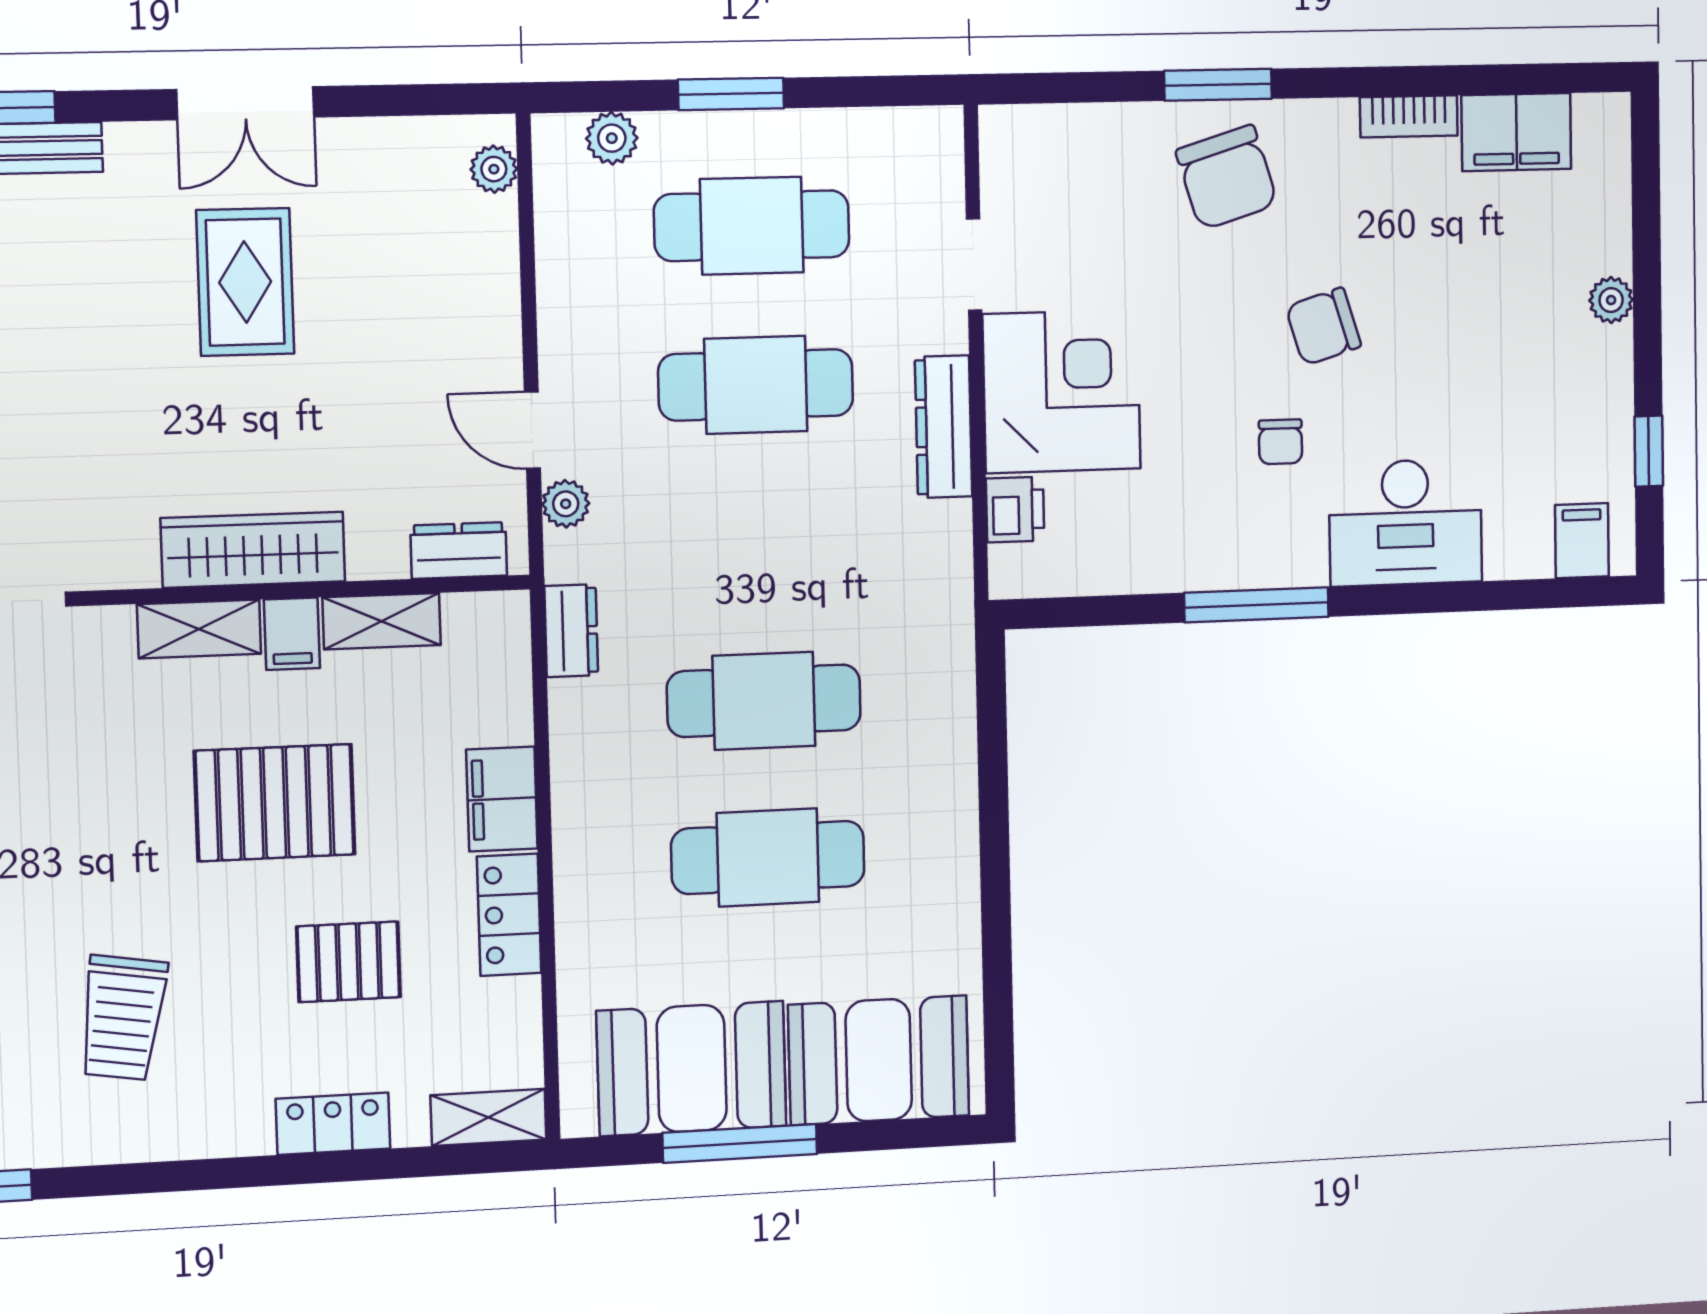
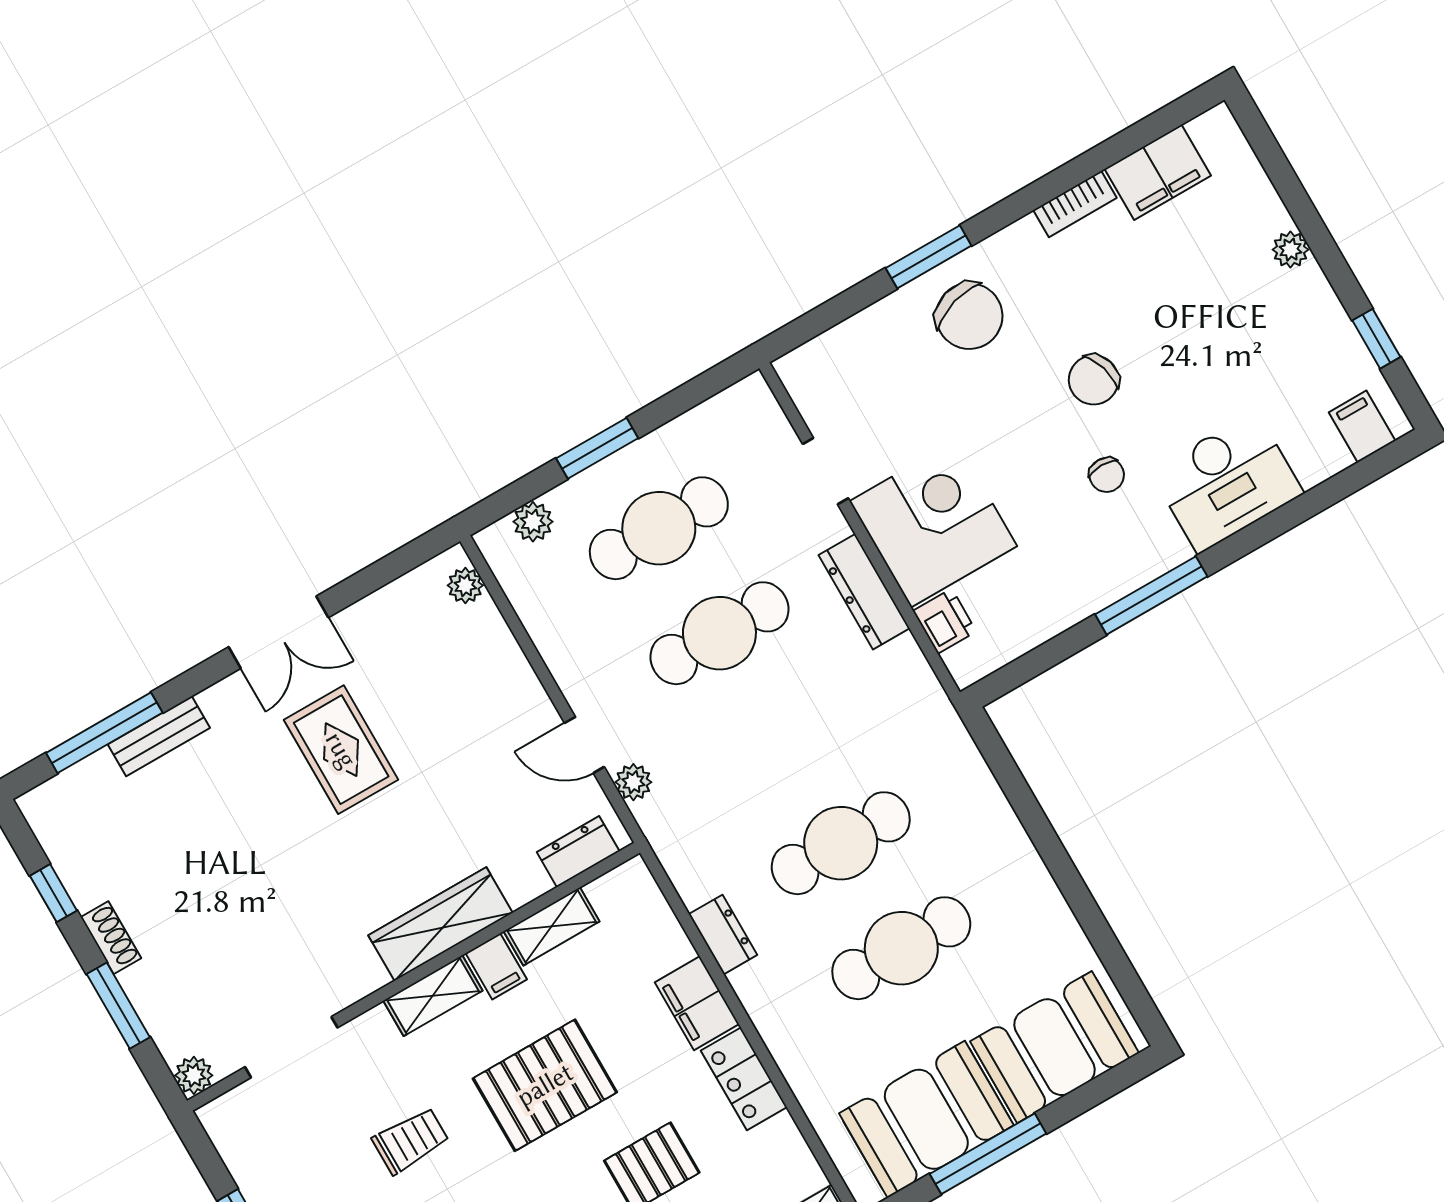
dresser: (571, 631) -> (723, 935), moved
trolley: (81, 786) -> (411, 1141), added

